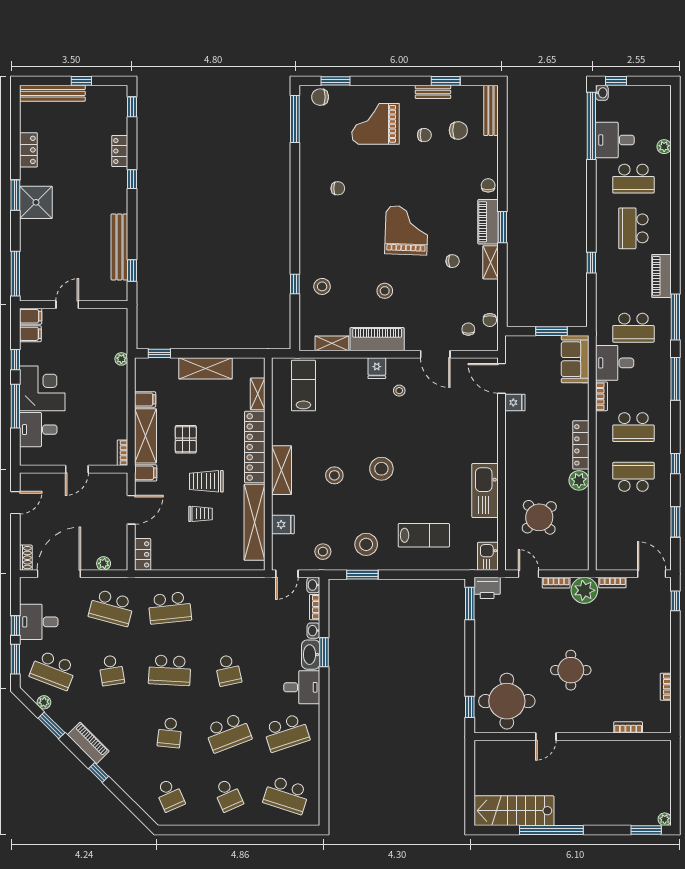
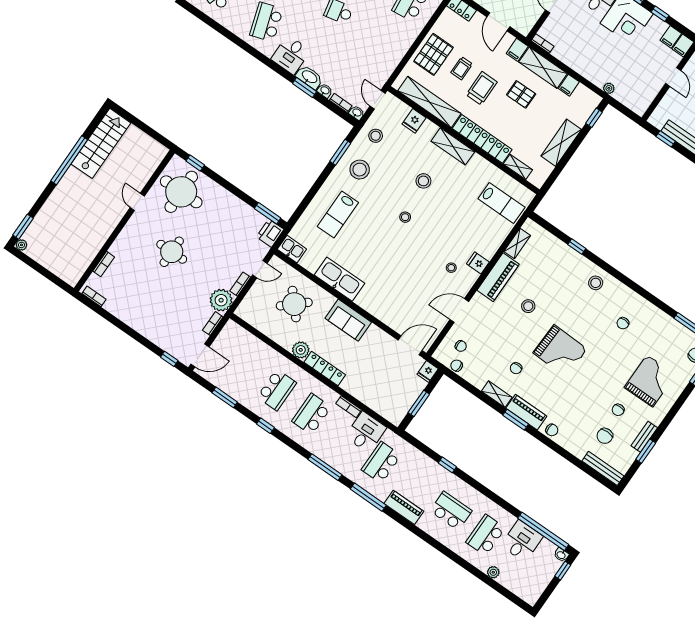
stool: (322, 286) -> (596, 283), moved
sofa: (575, 359) -> (348, 320), moved, turned 180
fridge: (515, 403) -> (428, 372), moved
stool: (381, 469) -> (405, 217), width x0.53, depth x0.53
pallet: (206, 550) -> (433, 54), added
bookcase: (666, 687) -> (94, 296), moved

